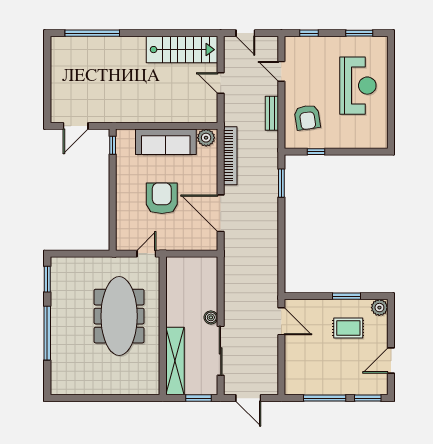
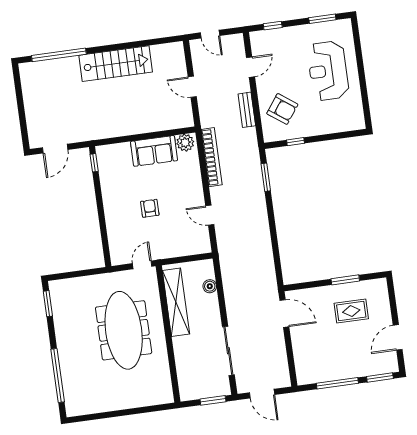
stairs: (182, 50) -> (116, 64), moved
door: (281, 71) -> (251, 67), swing flipped
reception desk: (358, 86) -> (328, 71), turned 180
armchair: (307, 117) -> (282, 109), turned -46
sofa: (166, 142) -> (154, 151), width x0.73
armchair: (162, 198) -> (150, 208), width x0.53, depth x0.53
door: (221, 213) -> (210, 215), width x0.53
plant: (379, 308) -> (379, 287), removed
boiler: (211, 317) -> (210, 286), moved
window: (47, 333) -> (58, 376), moved
shelving: (175, 361) -> (176, 302), moved

